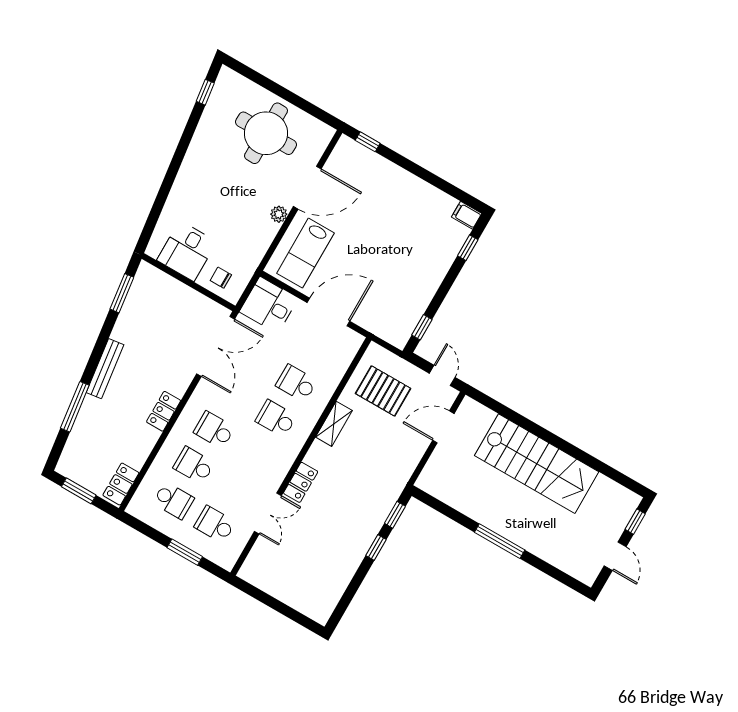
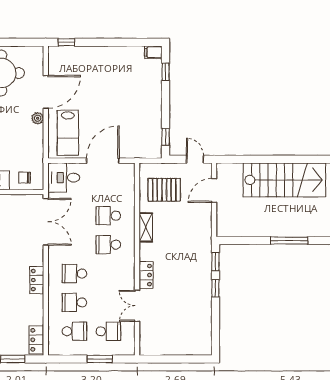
double door: (268, 514) -> (137, 306), swing flipped
school desk: (215, 524) -> (108, 331), turned 180

